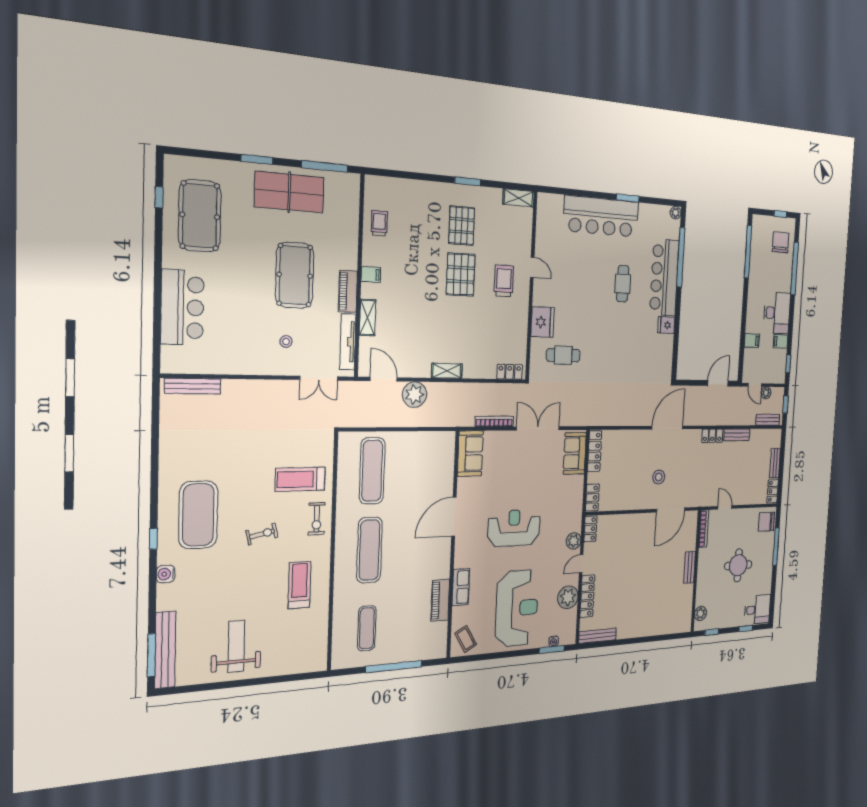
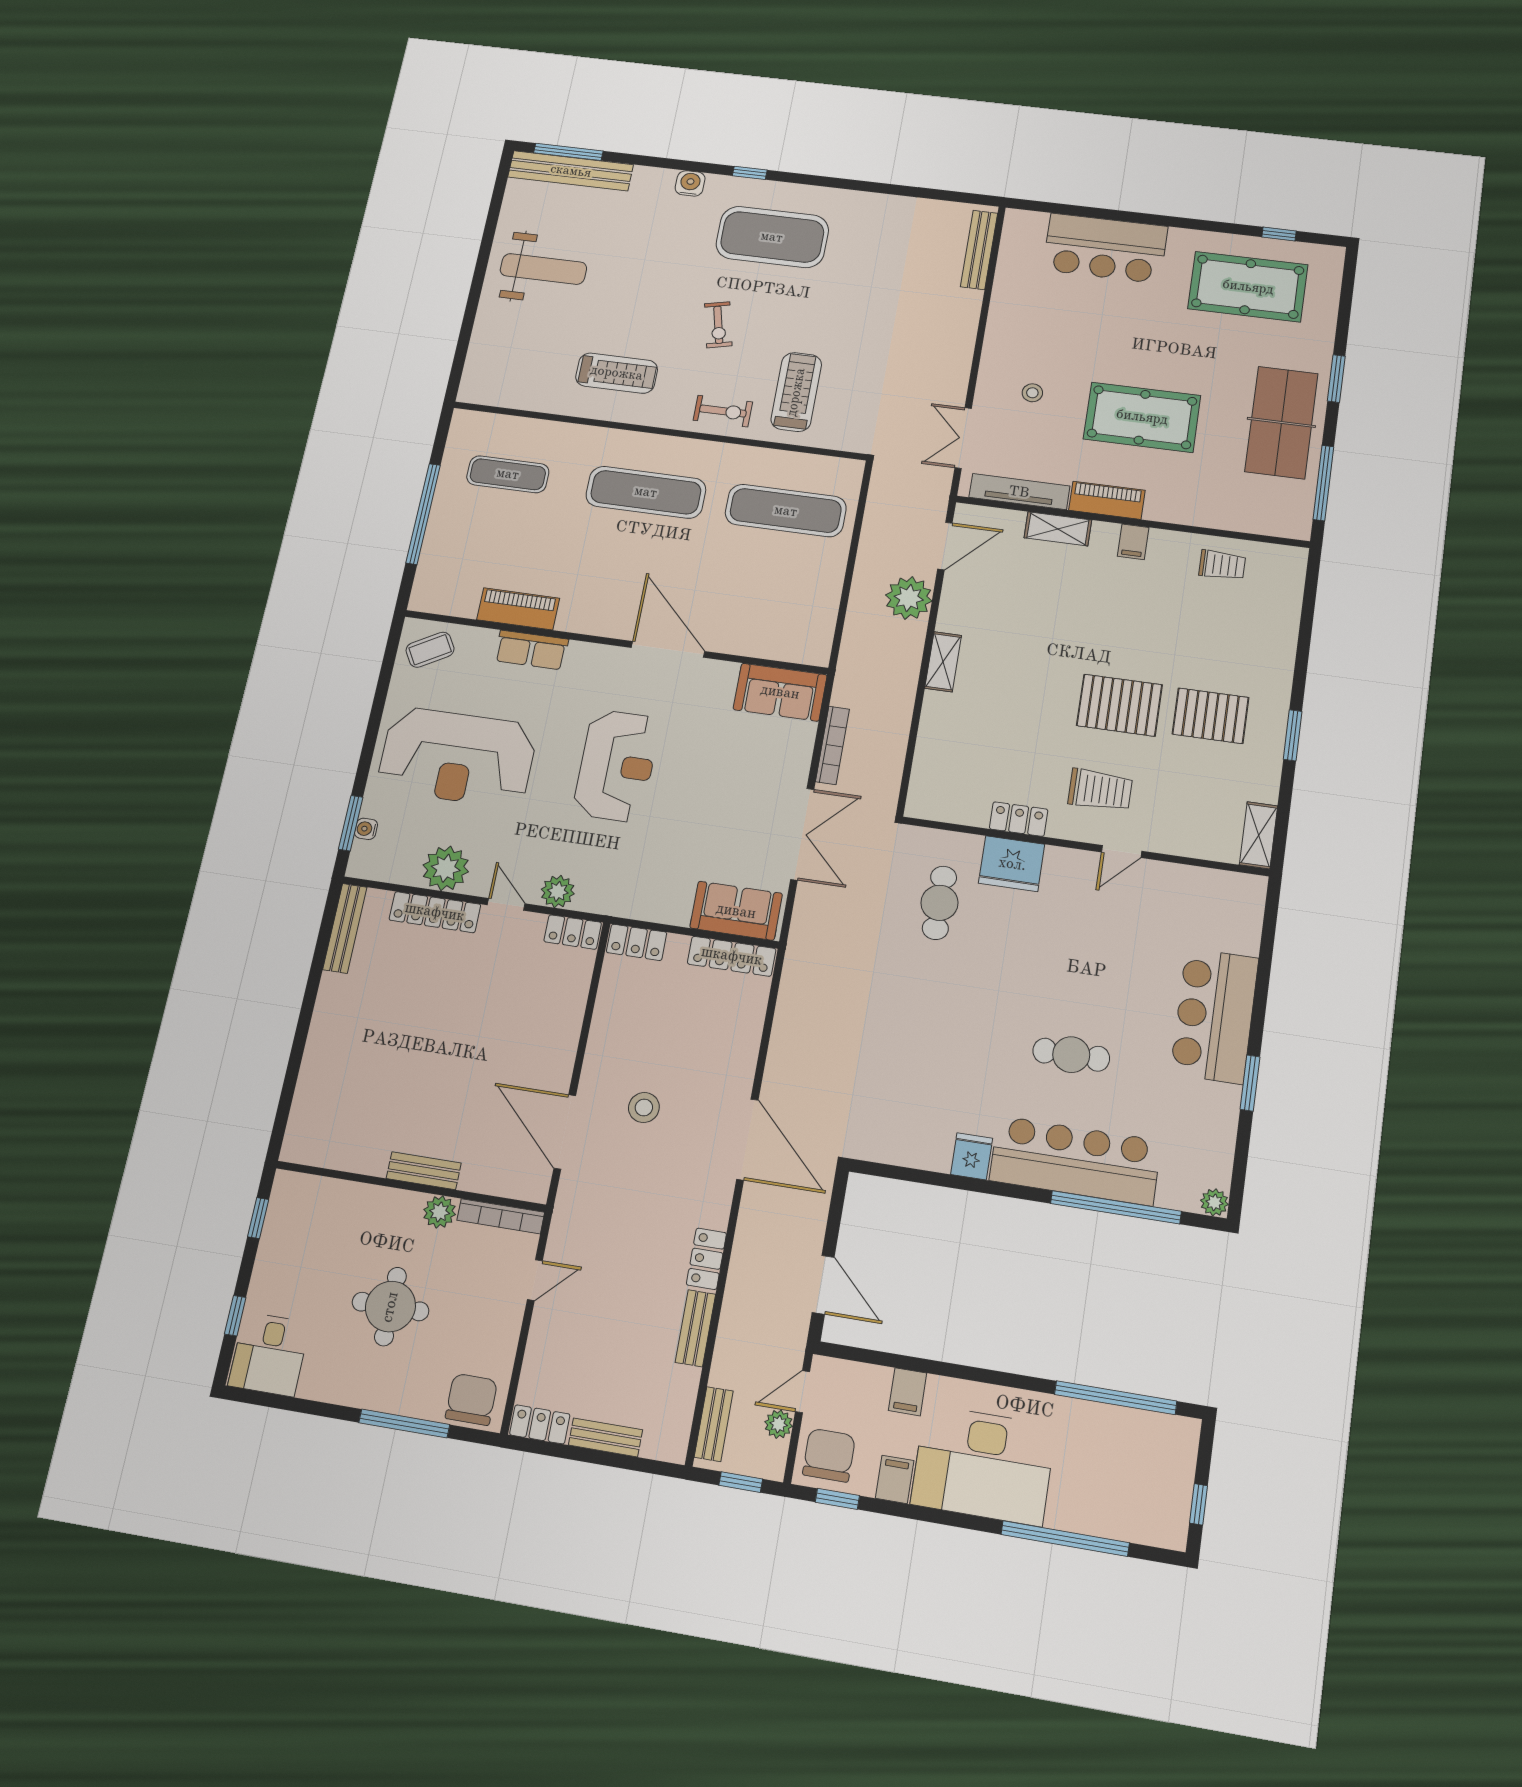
bar counter: (601, 216) -> (1215, 1016), width x0.73
chair: (781, 242) -> (829, 1455), moved, turned -90
desk: (777, 313) -> (983, 1465), width x1.36, depth x1.30
locker: (510, 372) -> (1019, 819), moved, turned -90
exercise bike: (317, 519) -> (723, 411), turned 180
plant: (700, 613) -> (440, 1212), moved

